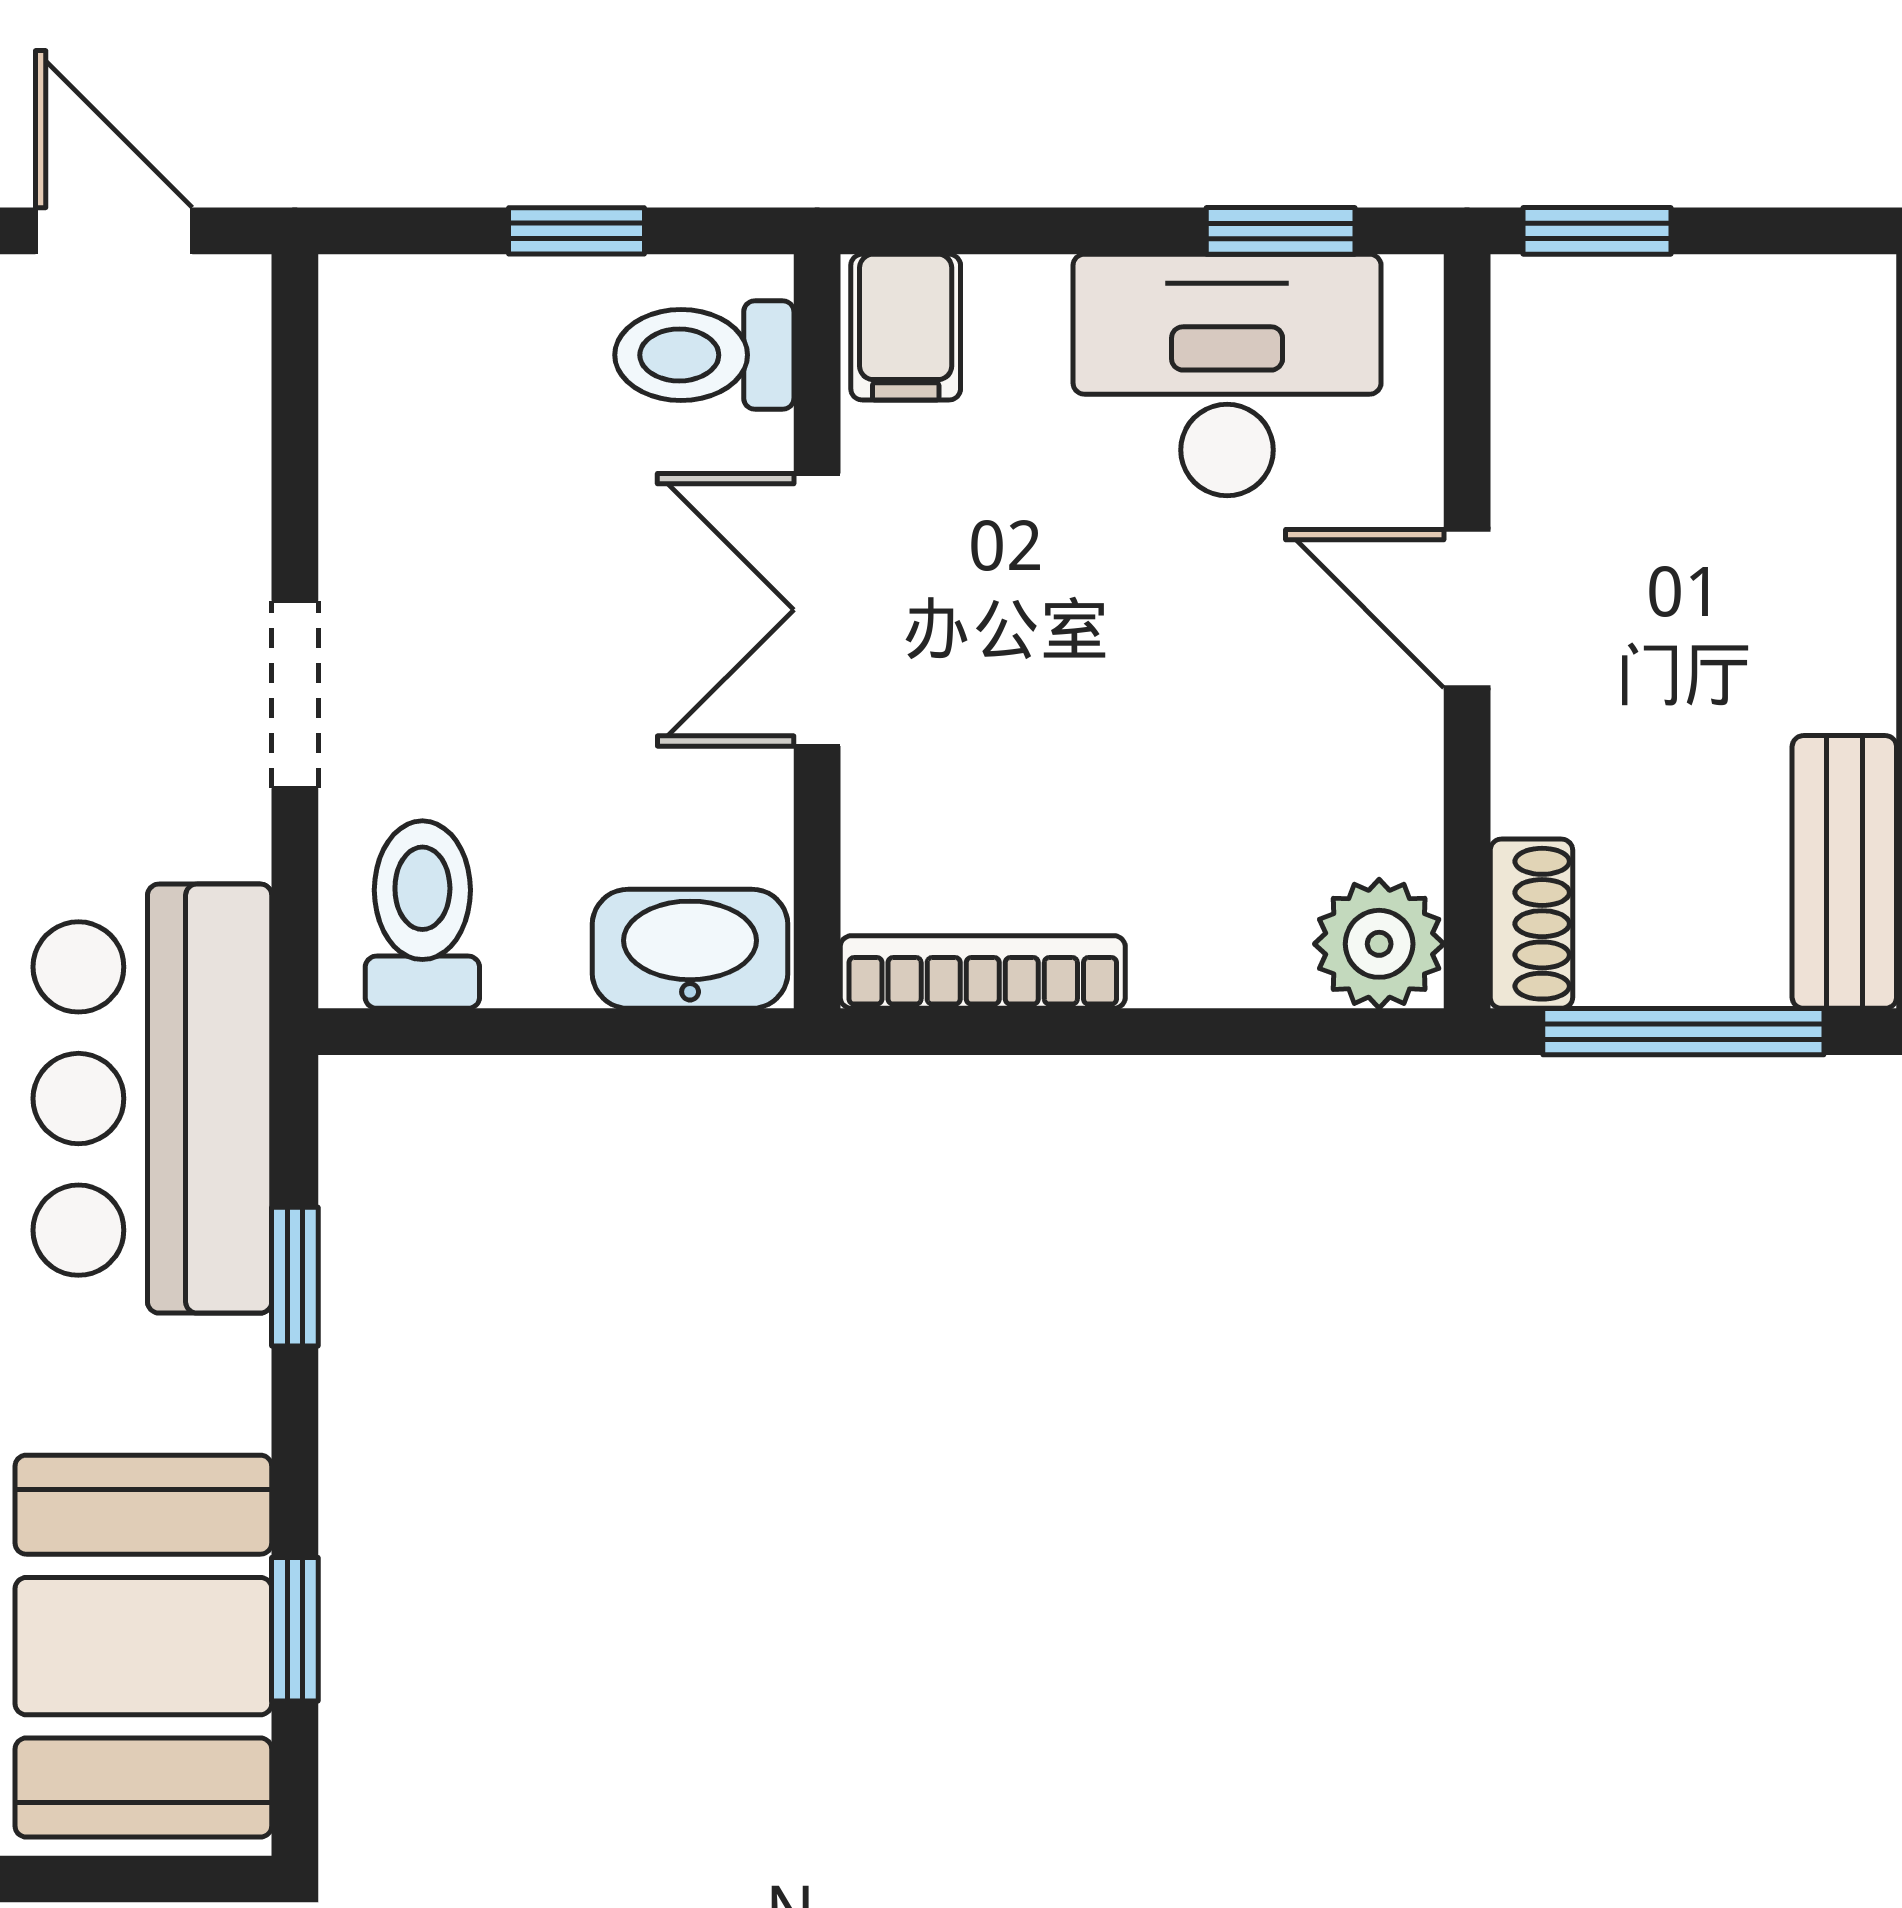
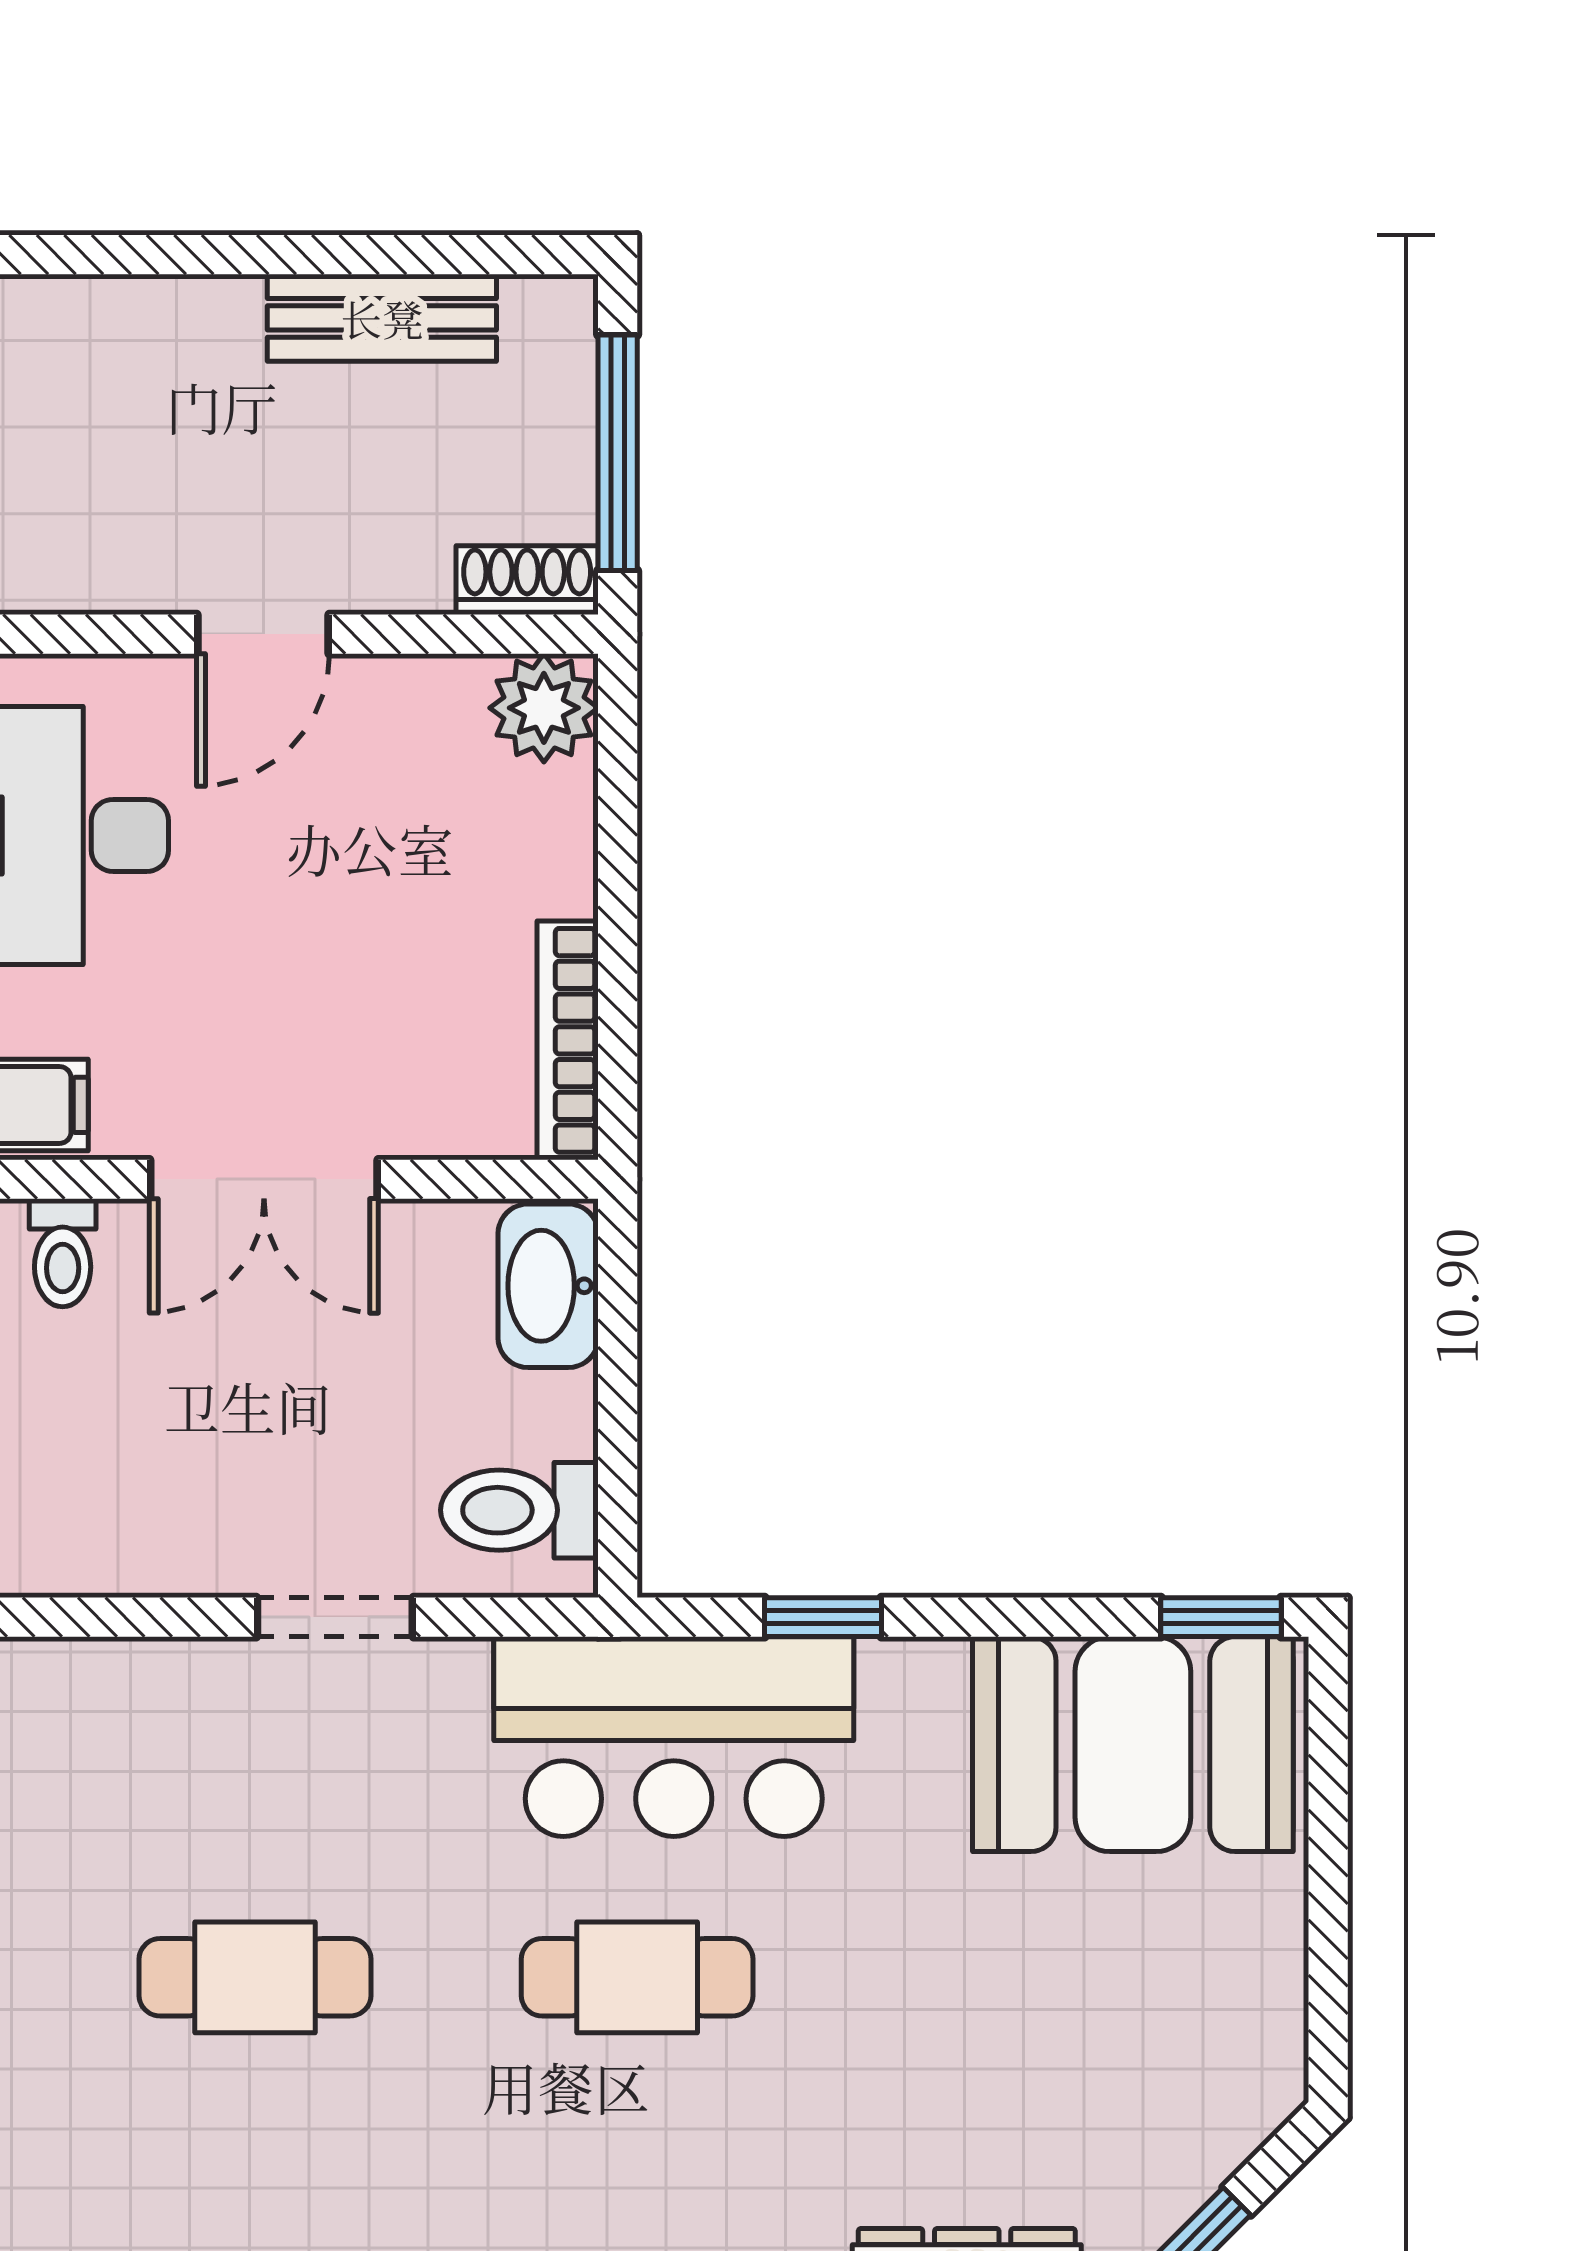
toilet: (704, 355) -> (63, 1253), width x0.73, depth x0.72
bench: (1844, 872) -> (382, 318), moved
window: (295, 1629) -> (1221, 1617), moved

